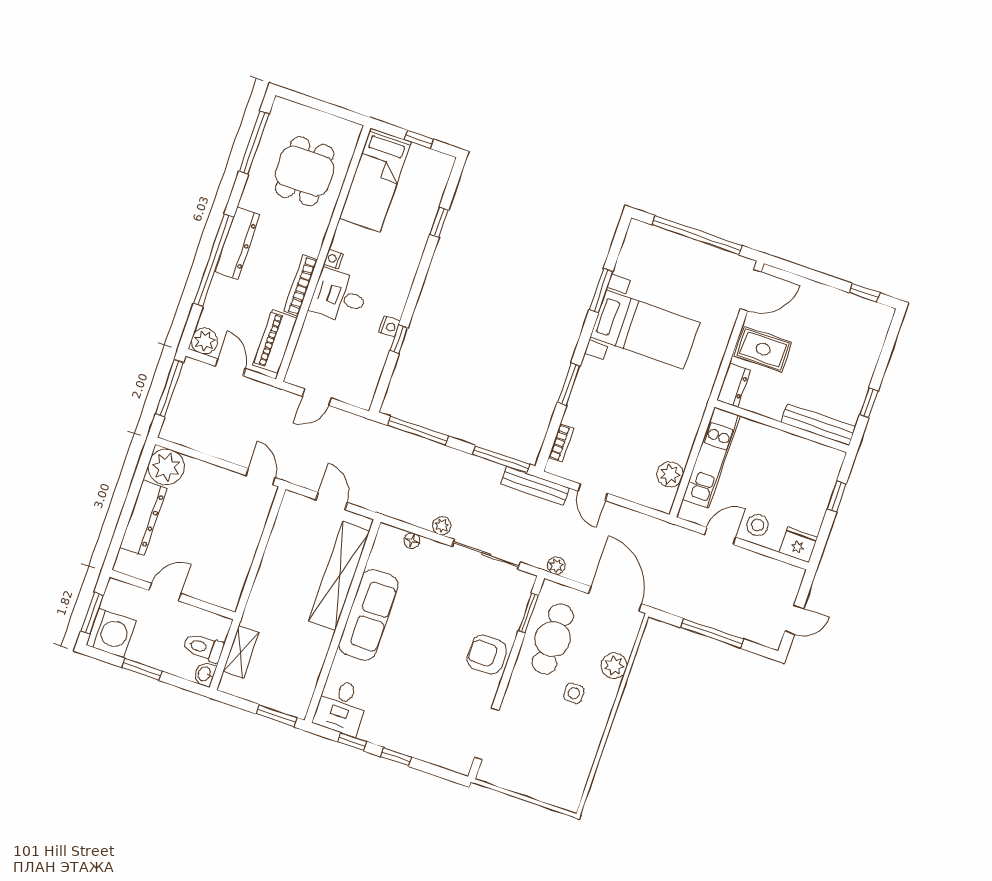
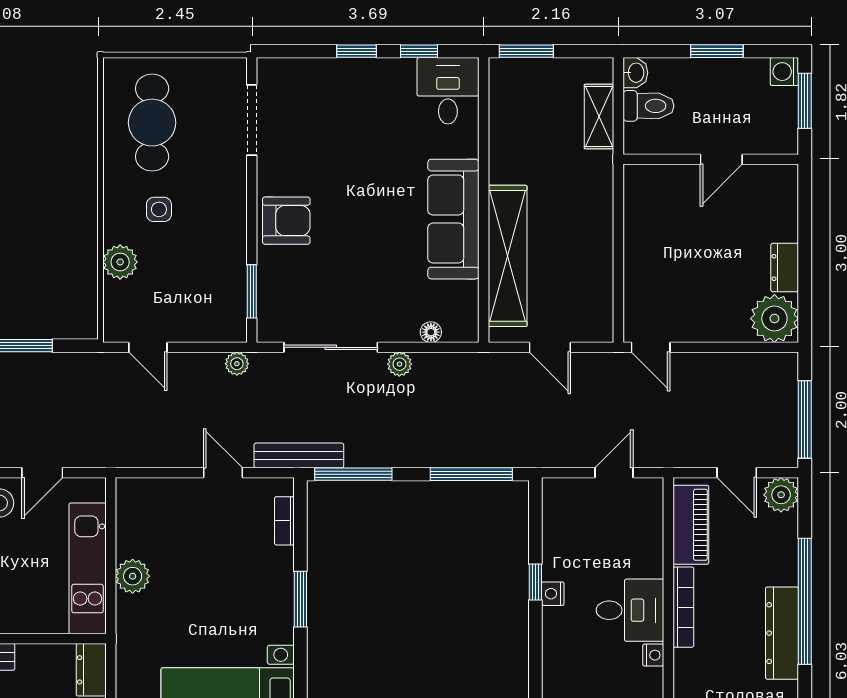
plant: (670, 474) -> (133, 576), moved
dresser: (143, 518) -> (785, 268), width x0.51, depth x0.80
door: (615, 599) -> (148, 347), width x0.53
washing machine: (111, 633) -> (784, 72), width x0.53, depth x0.53
cafe table: (553, 639) -> (152, 123), moved

